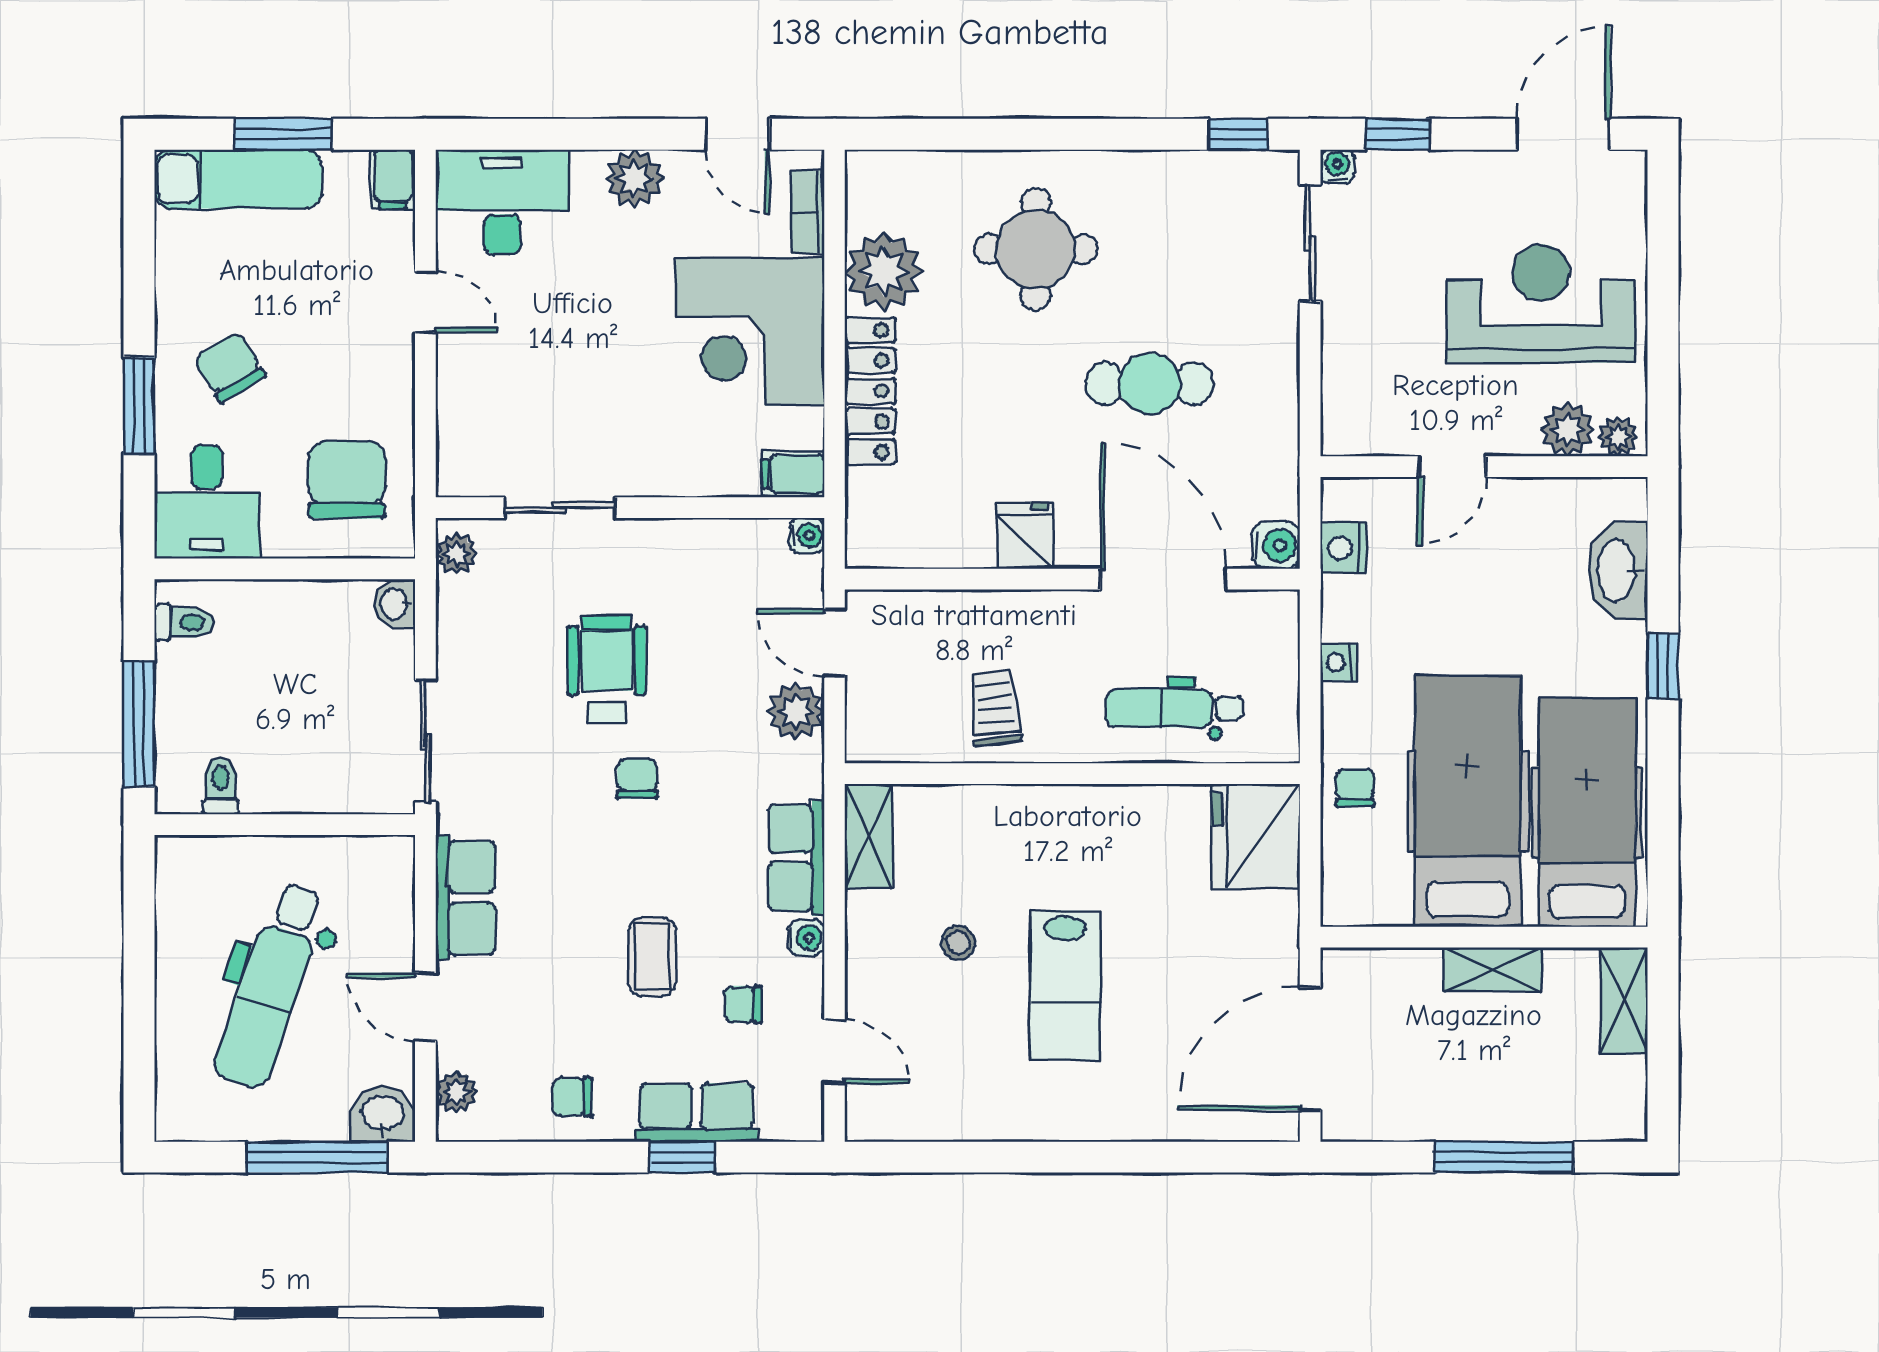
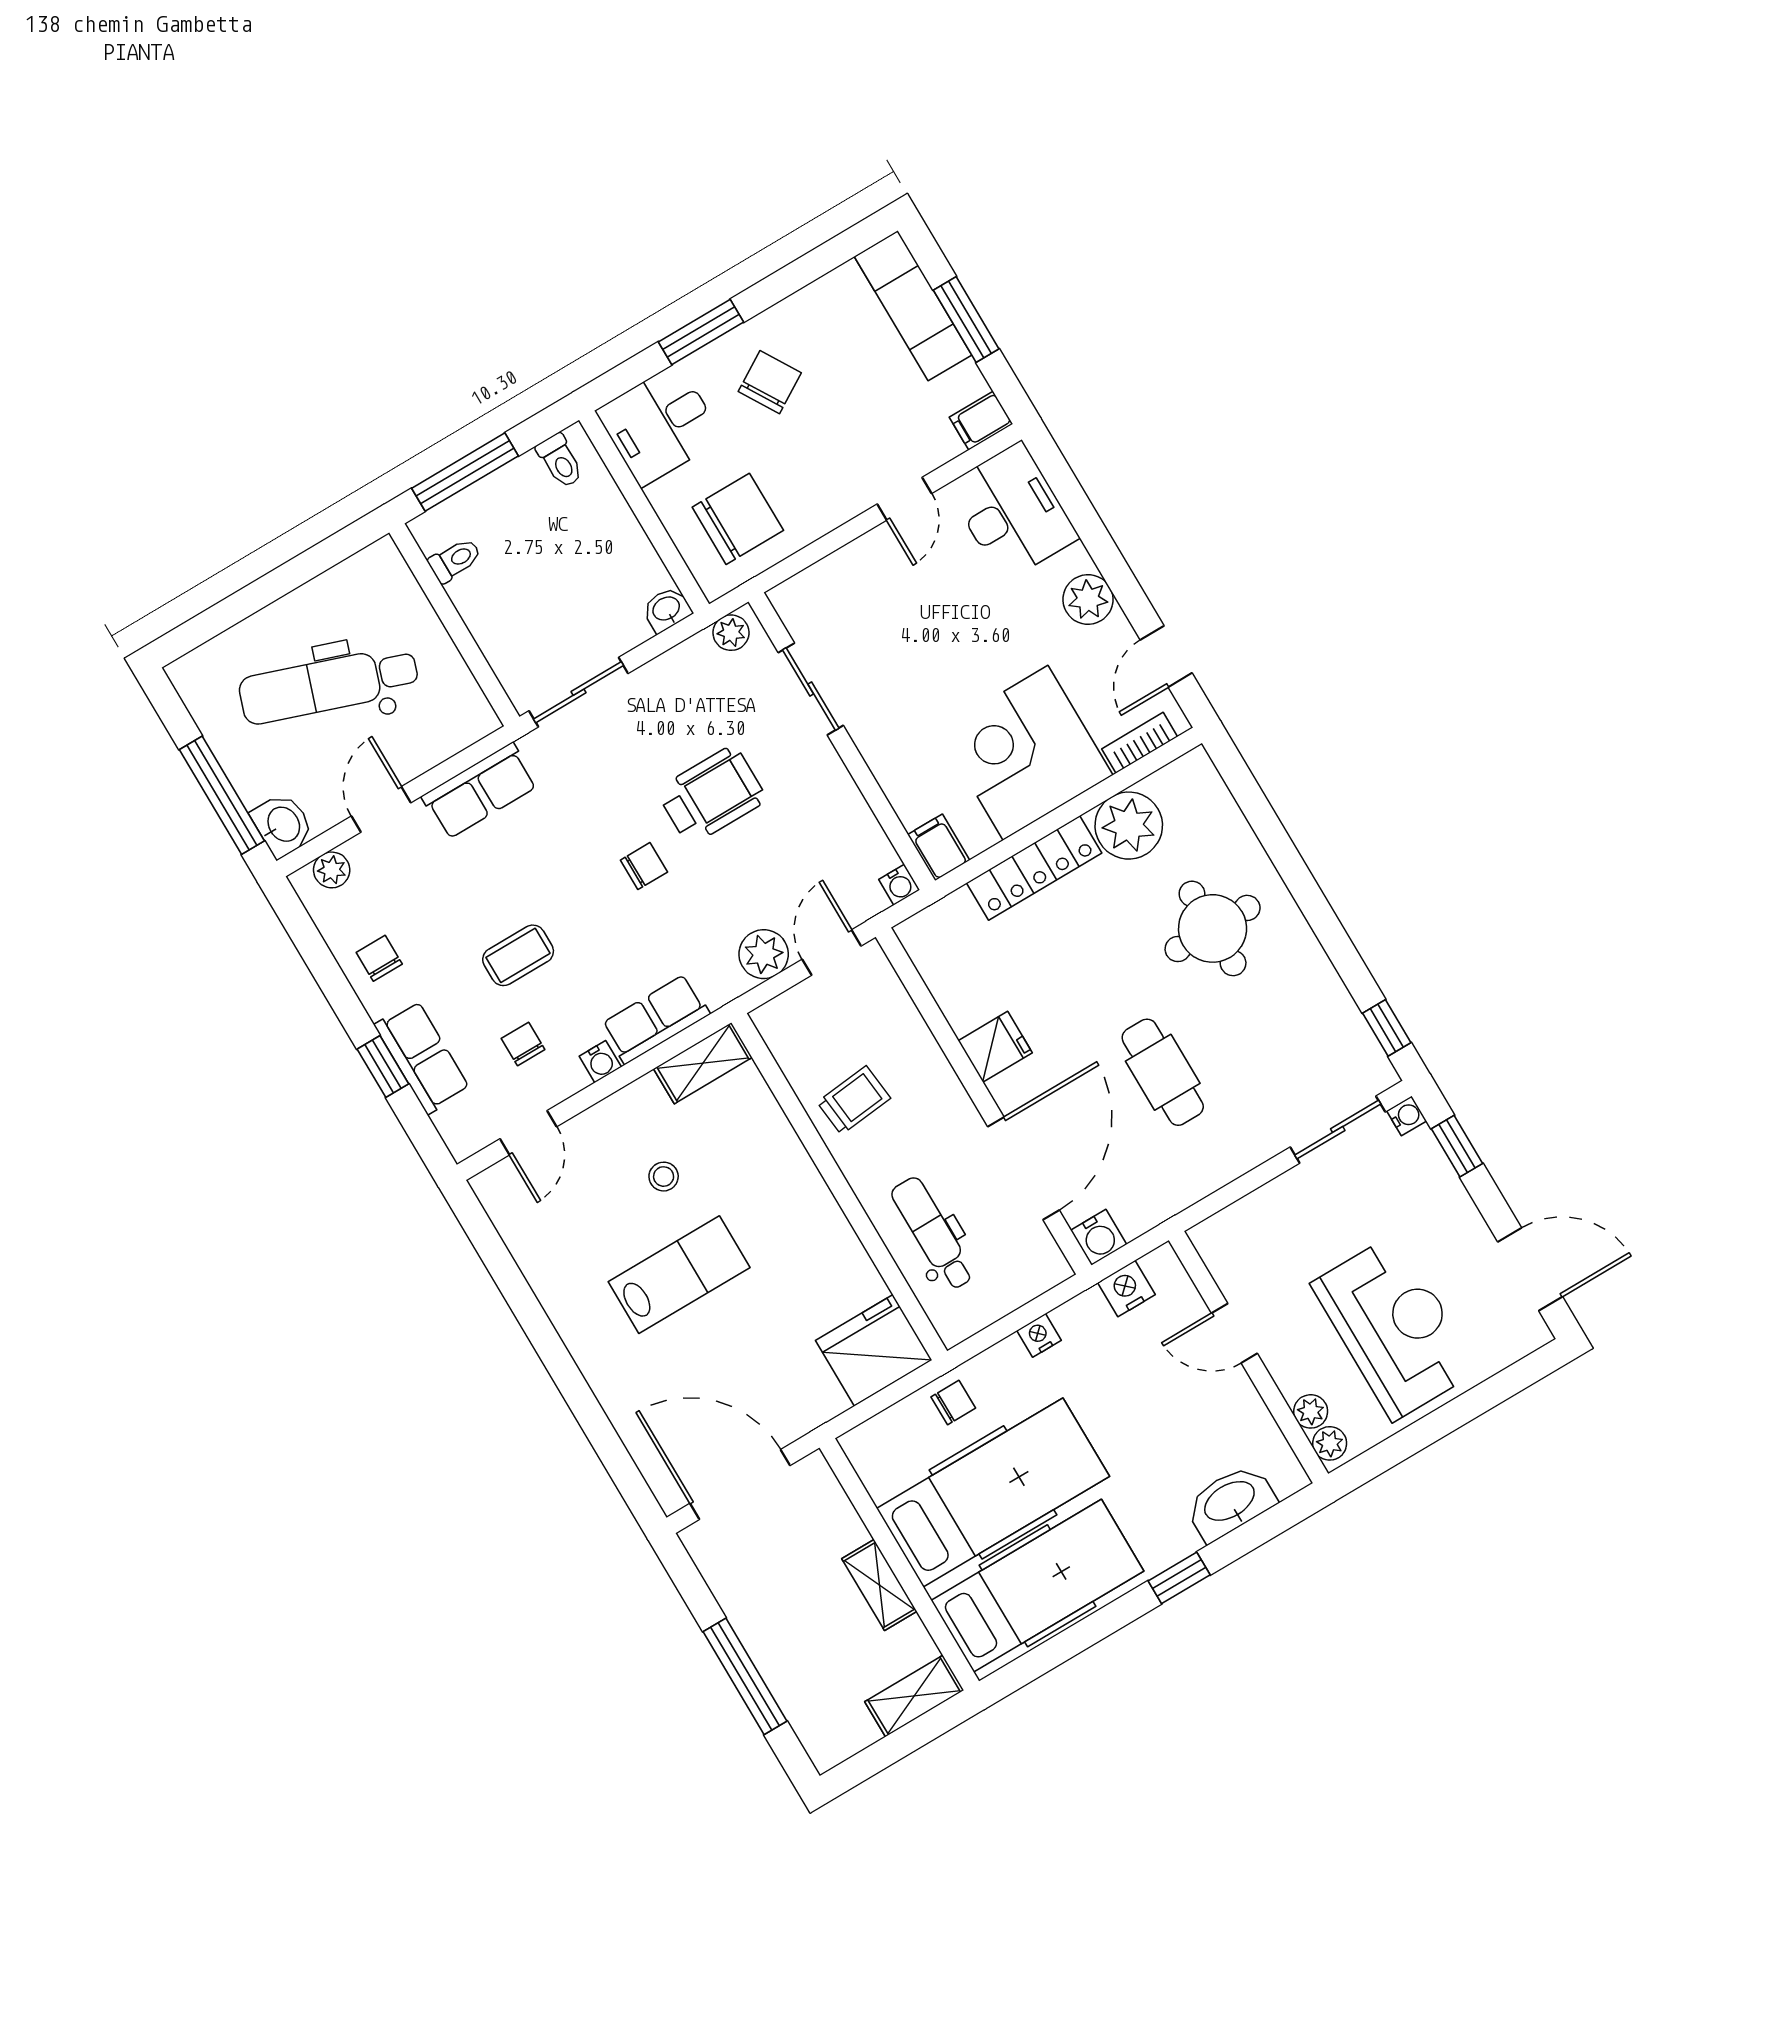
plant: (1568, 430) -> (1311, 1411), width x0.73, depth x0.73
lab bench: (1065, 985) -> (679, 1275), turned 180

